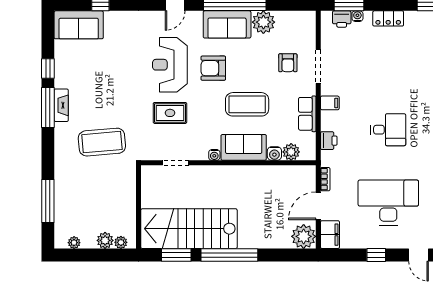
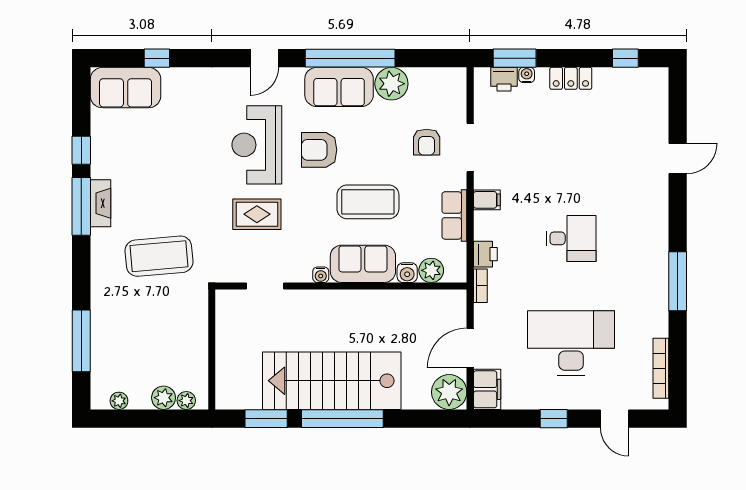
bookcase: (325, 179) -> (480, 286), moved
stairs: (189, 229) -> (332, 381), moved

